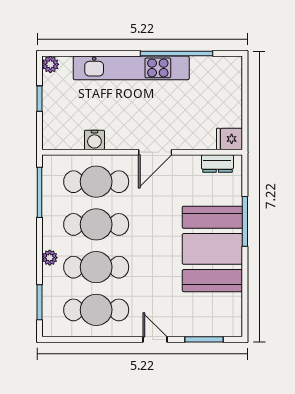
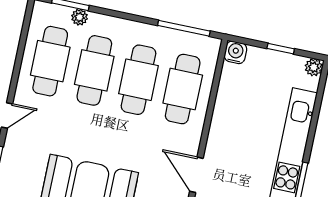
water cooler: (94, 140) -> (235, 52), moved, turned 90
door: (155, 152) -> (196, 175), moved
plant: (50, 258) -> (80, 17), moved

